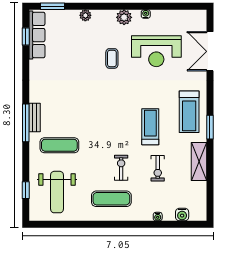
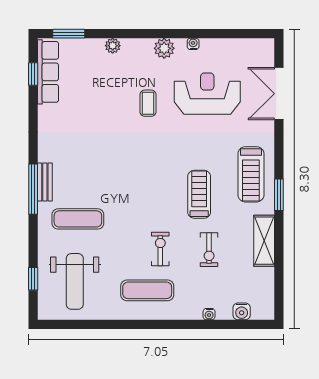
reception desk: (156, 51) -> (207, 94), turned 180

